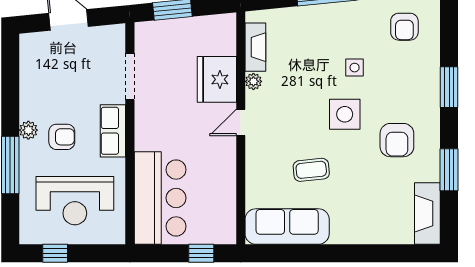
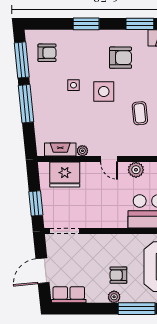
doorway: (130, 77) -> (65, 231), moved
fridge: (217, 79) -> (65, 175), moved
row of seats: (113, 131) -> (69, 295), moved, turned 180
armchair: (62, 137) -> (118, 275), turned -90
plant: (224, 164) -> (136, 170), added

